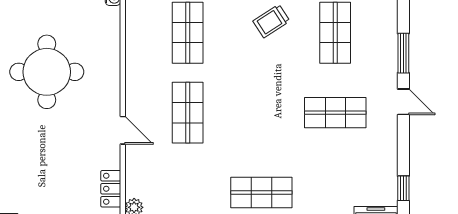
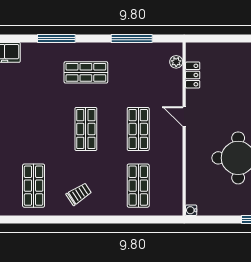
shop shelf: (335, 113) -> (86, 129), moved, turned 90

